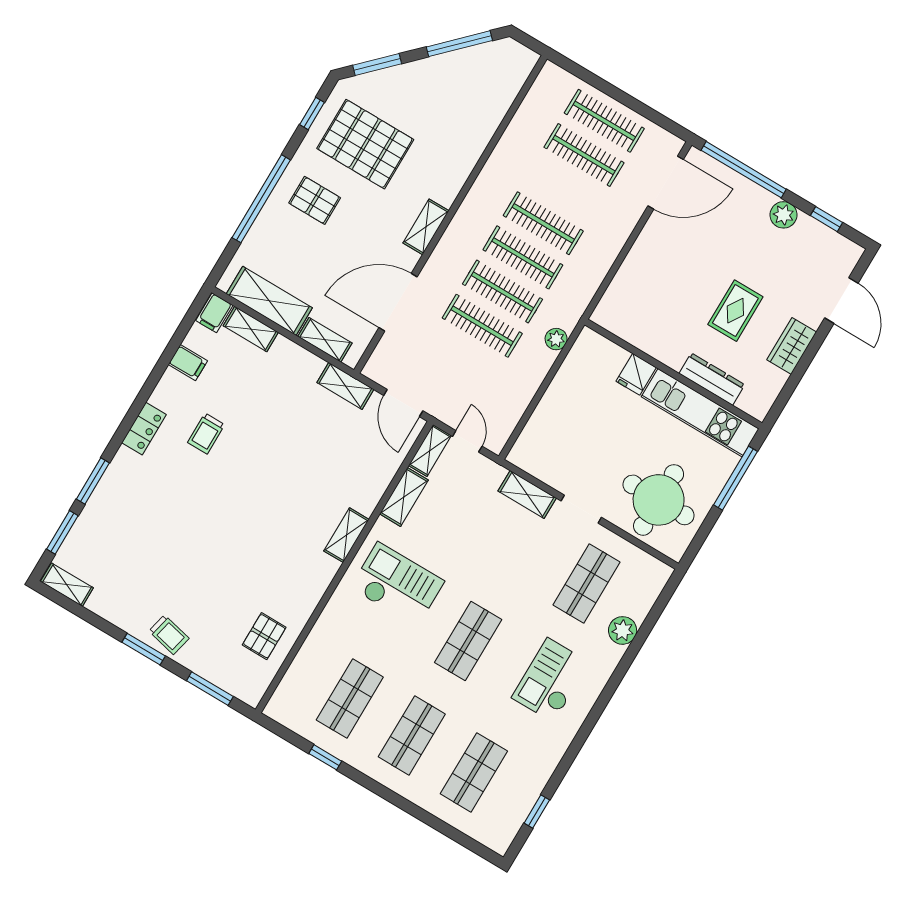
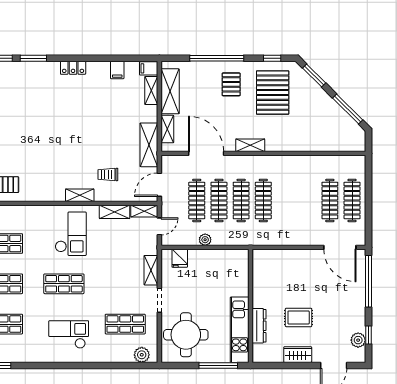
plant: (783, 215) -> (358, 340), moved
clothes rail: (543, 223) -> (197, 200), moved
plant: (556, 339) -> (205, 240), moved
fridge: (636, 374) -> (180, 258), moved, turned -90
shelving: (345, 386) -> (149, 145), width x1.50, depth x1.33
trolley: (206, 434) -> (108, 174), moved
plant: (623, 630) -> (142, 355), moved

